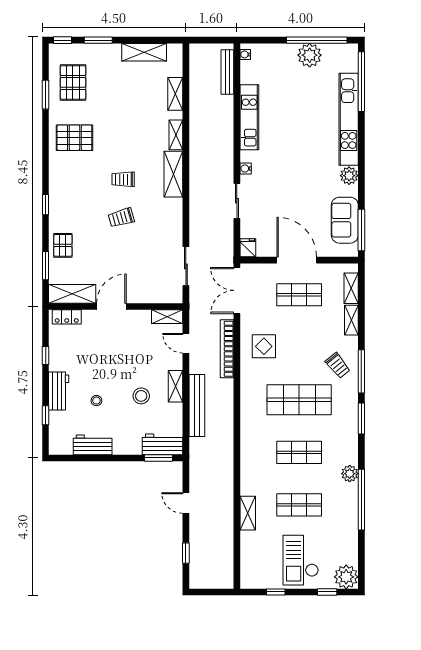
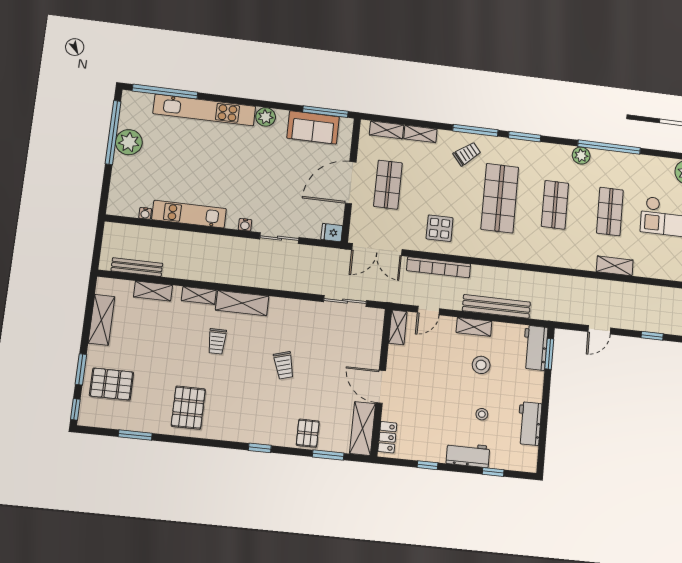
water cooler: (245, 54) -> (145, 213), moved
bench: (227, 72) -> (137, 267), moved
pallet: (73, 82) -> (111, 384), moved
trolley: (123, 179) -> (217, 341), moved
pallet: (63, 245) -> (308, 433), turned 90

